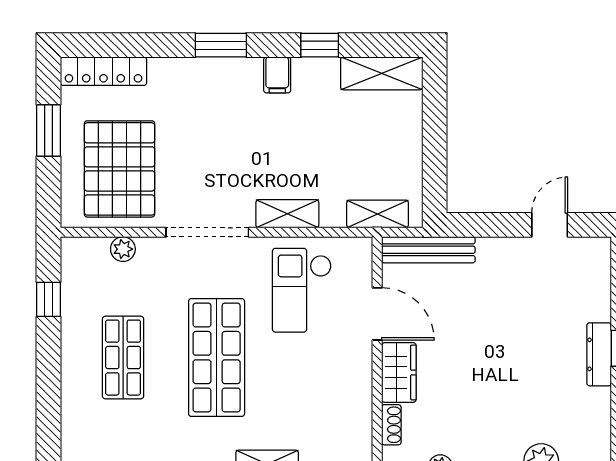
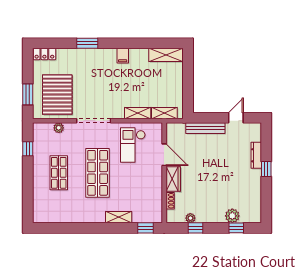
window: (221, 45) -> (87, 43), moved
window: (320, 45) -> (140, 43), removed
locker: (103, 71) -> (44, 54), width x0.66
window: (49, 131) -> (28, 94), moved
shelving: (287, 214) -> (138, 113), moved
bench: (428, 250) -> (205, 128), moved
dresser: (599, 354) -> (256, 155), moved

